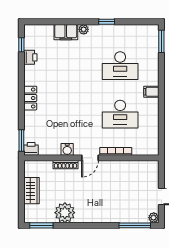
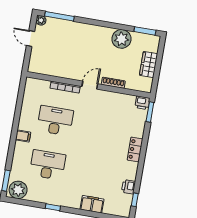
plant: (84, 29) -> (18, 190), moved, width x1.87, depth x1.87
water cooler: (67, 149) -> (109, 97), removed

